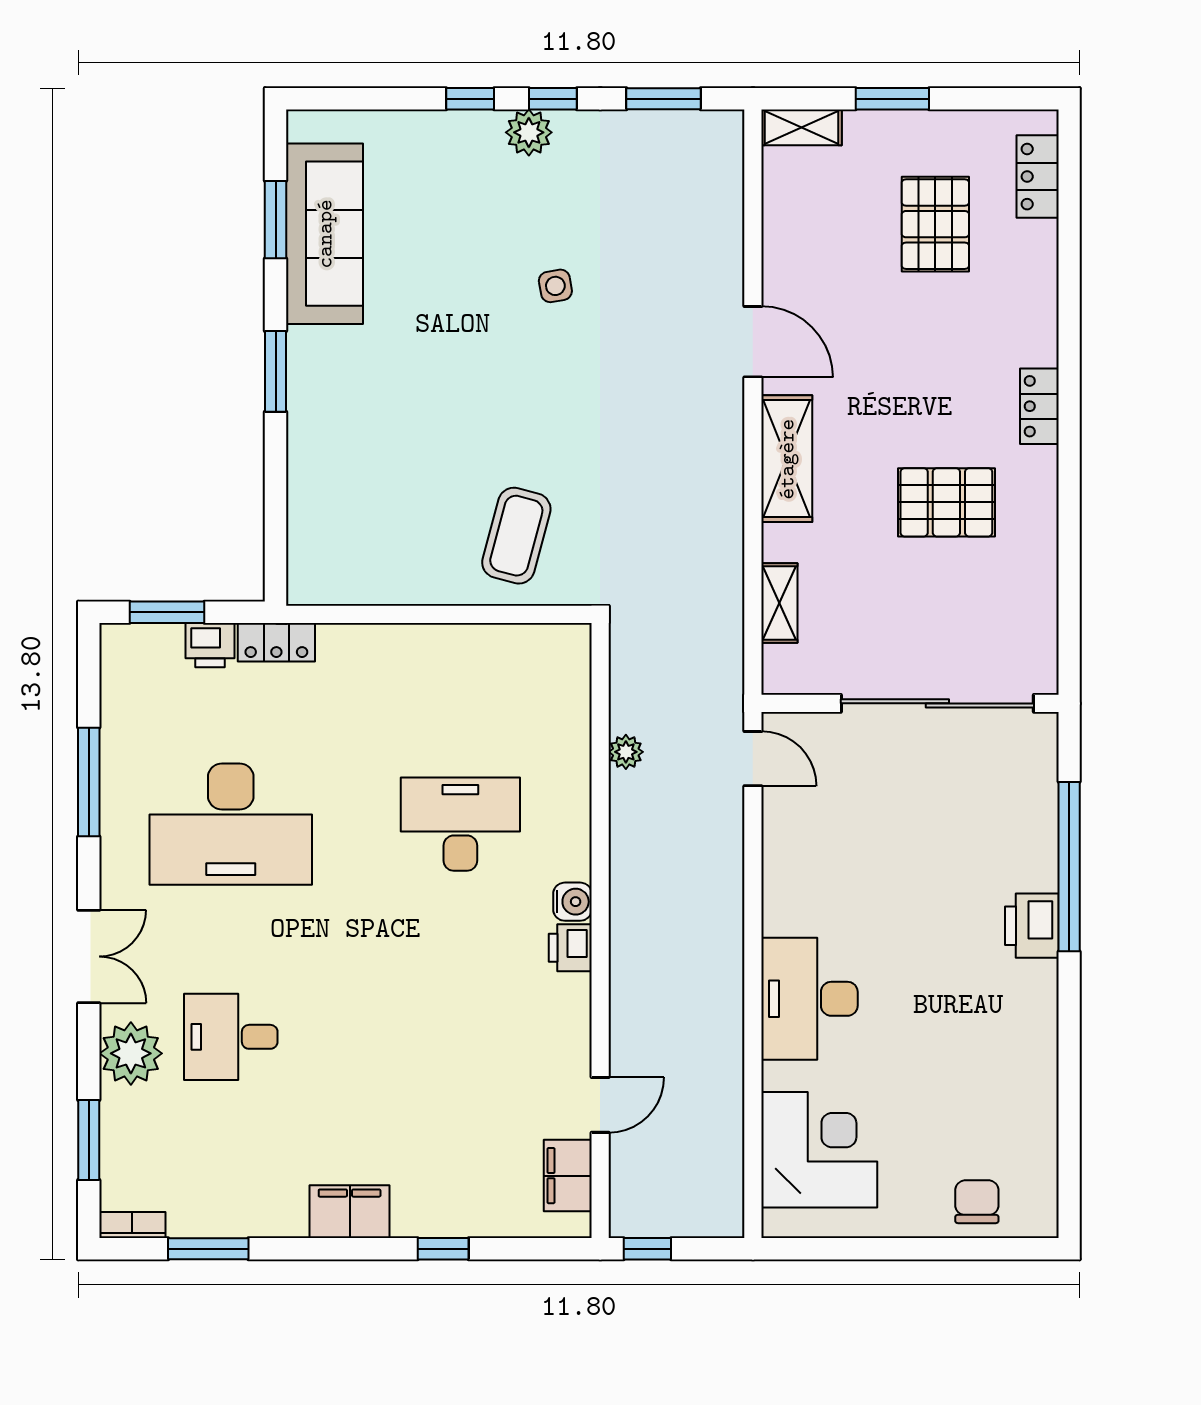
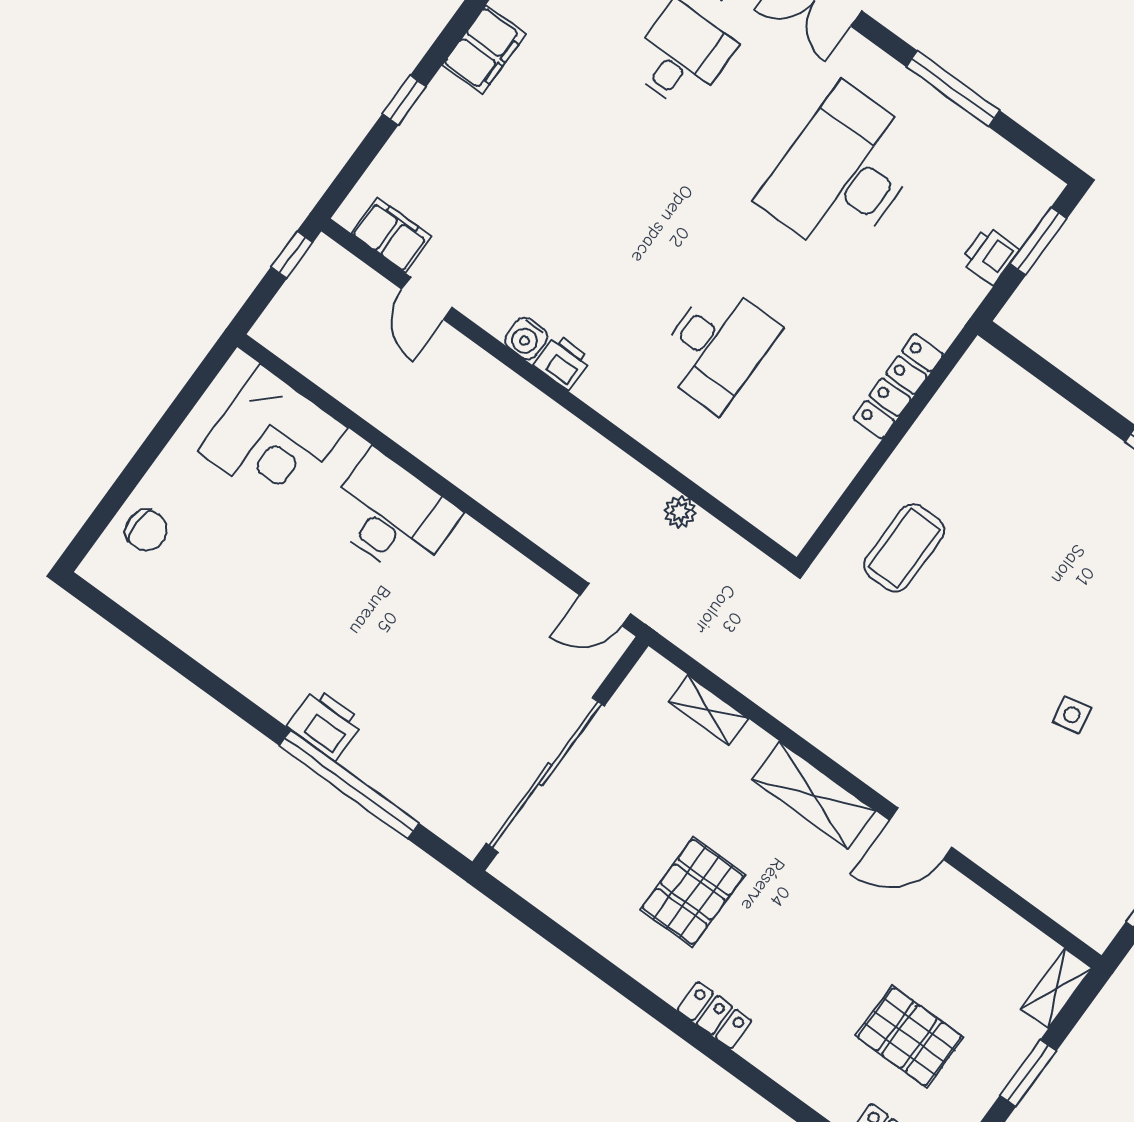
coffee table: (516, 536) -> (904, 548), turned 75
locker: (276, 642) -> (898, 386), moved, width x1.53
water cooler: (573, 902) -> (526, 338), moved

